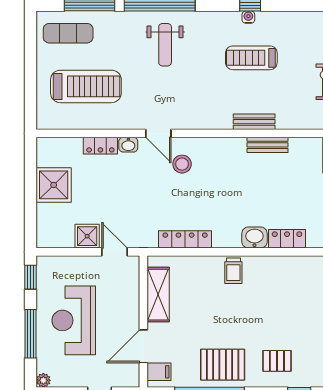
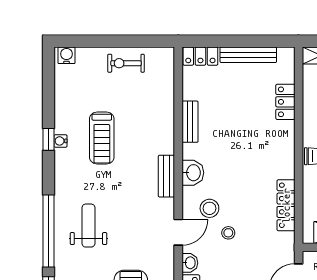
weight bench: (165, 45) -> (88, 226), turned -90
bench: (254, 122) -> (166, 176), moved
stool: (158, 183) -> (228, 233), added
washbasin: (255, 238) -> (193, 173), moved, turned 180

